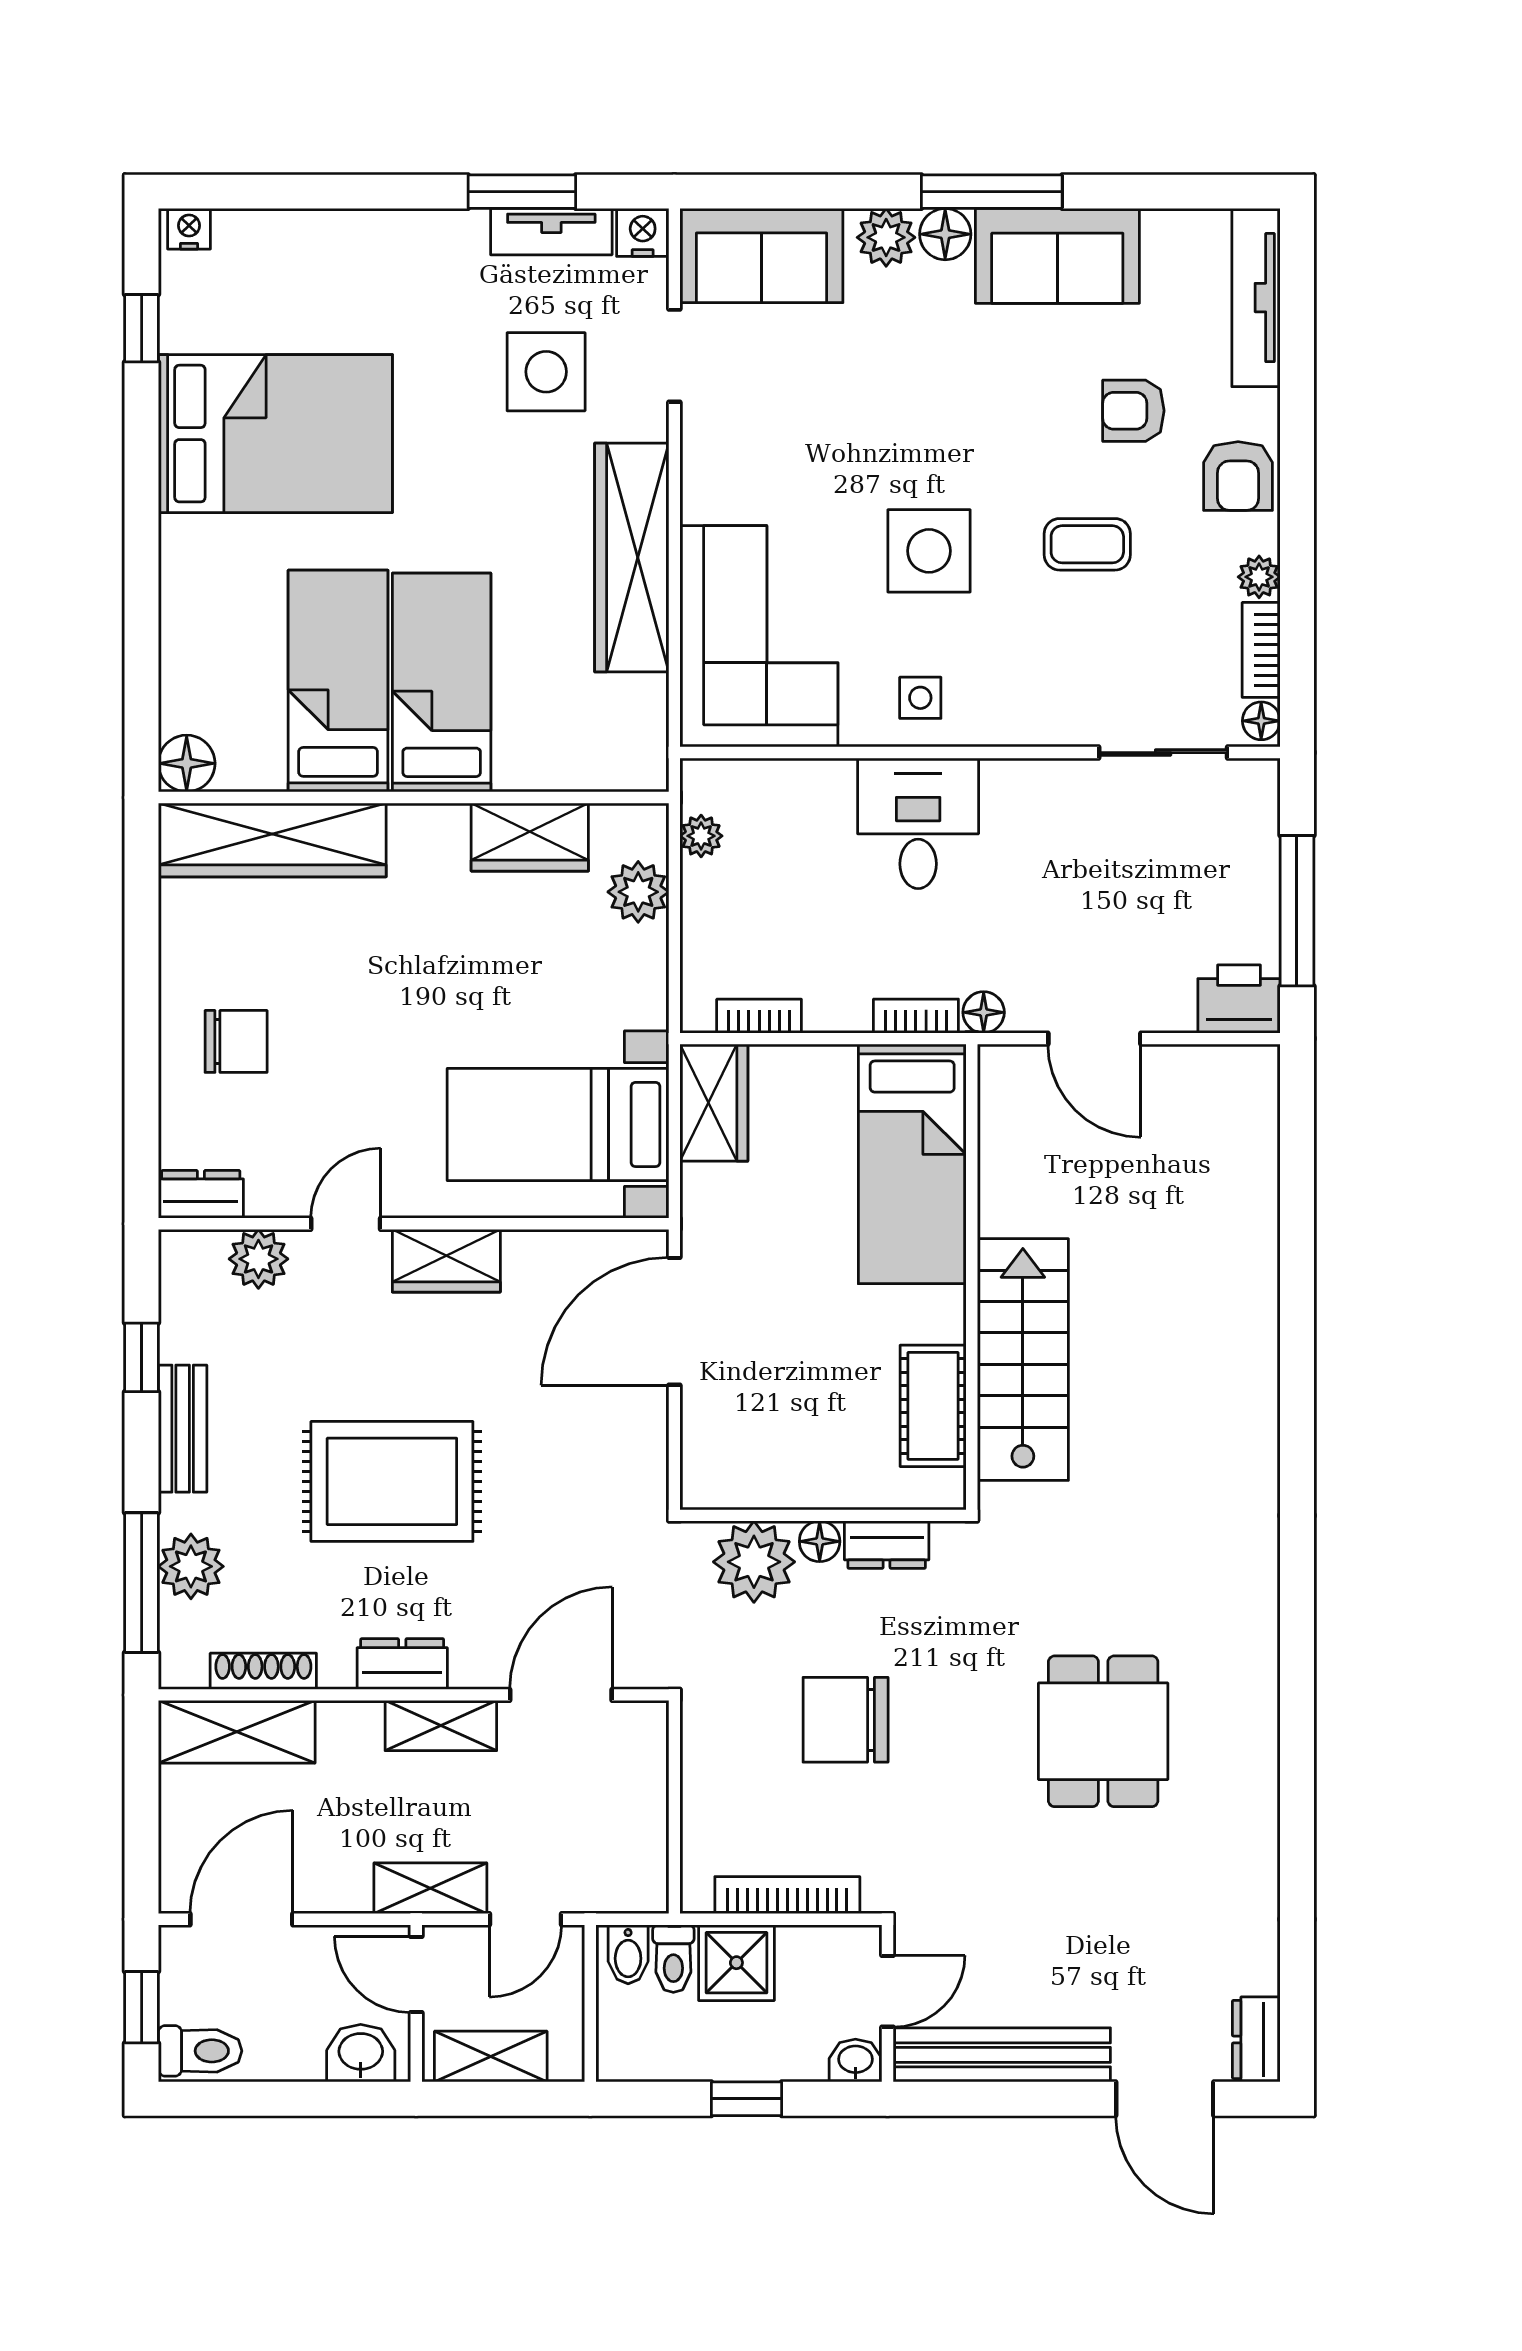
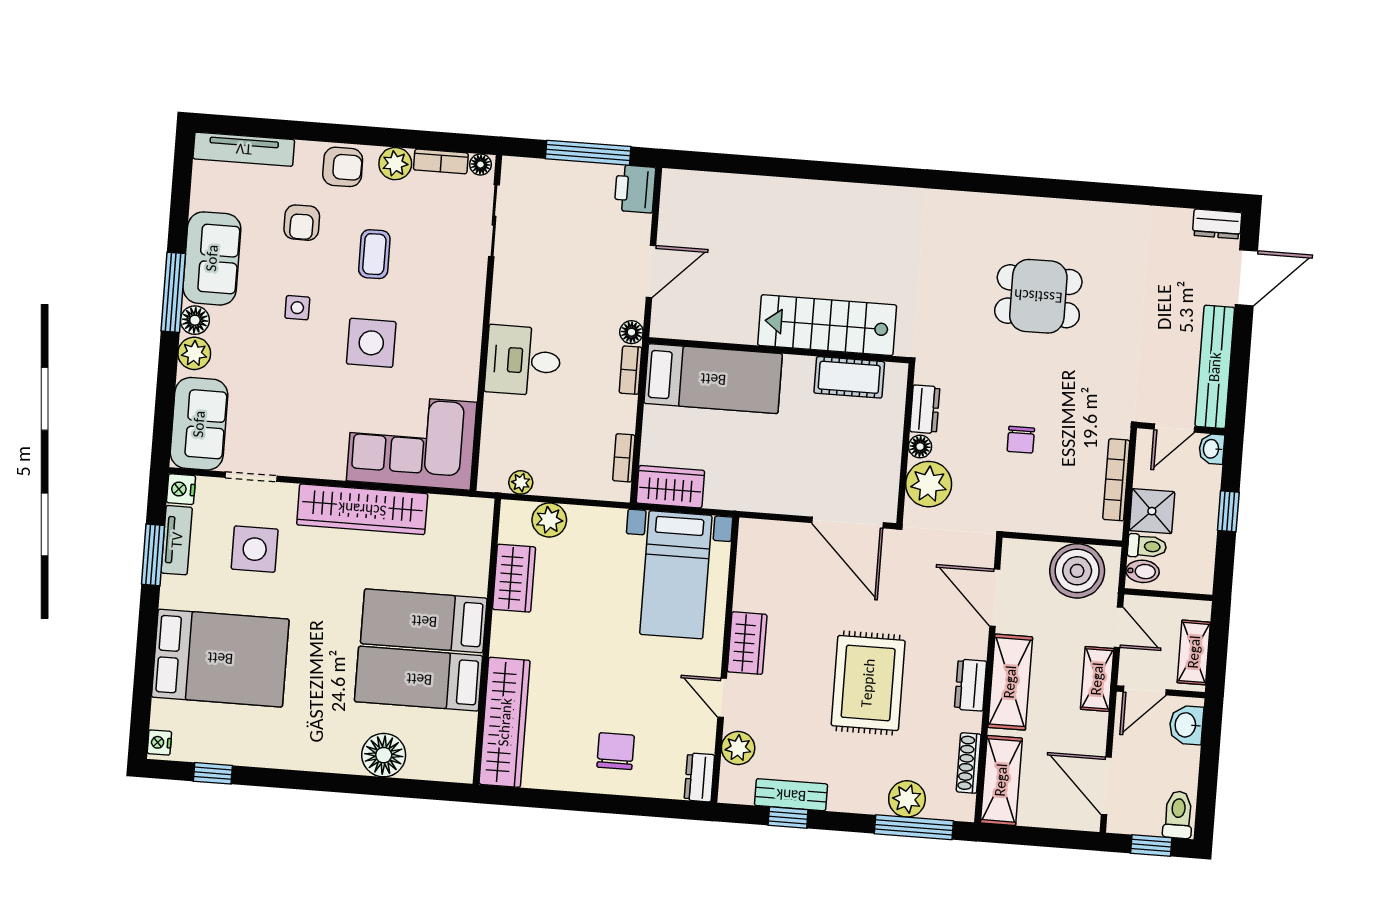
bed: (275, 434) -> (220, 658), moved, turned 90
plant: (1259, 577) -> (395, 164), width x1.38, depth x1.38
side table: (920, 698) -> (297, 308), moved
floor lamp: (187, 763) -> (384, 755), moved, width x1.38, depth x1.38
door: (674, 1321) -> (848, 523), moved
bench: (183, 1429) -> (791, 795), moved
chair: (846, 1720) -> (1021, 440), width x0.54, depth x0.54
shelving: (441, 1726) -> (1010, 682), width x1.50, depth x1.33
boiler: (620, 1838) -> (1077, 571), added
door: (888, 1991) -> (1174, 428), swing flipped

